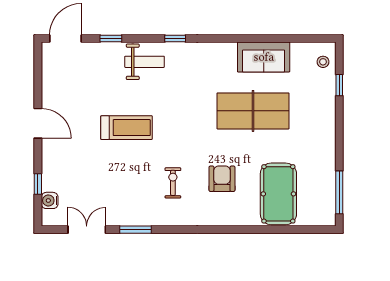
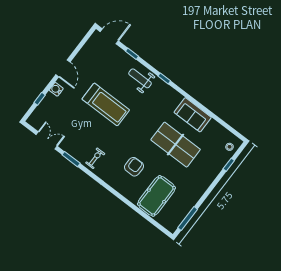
sofa: (264, 57) -> (193, 115), moved
weight bench: (145, 62) -> (140, 78), turned 180
treadmill: (127, 128) -> (106, 104), width x1.37, depth x1.38
exercise bike: (173, 183) -> (95, 158), moved
water cooler: (50, 200) -> (56, 89), moved

